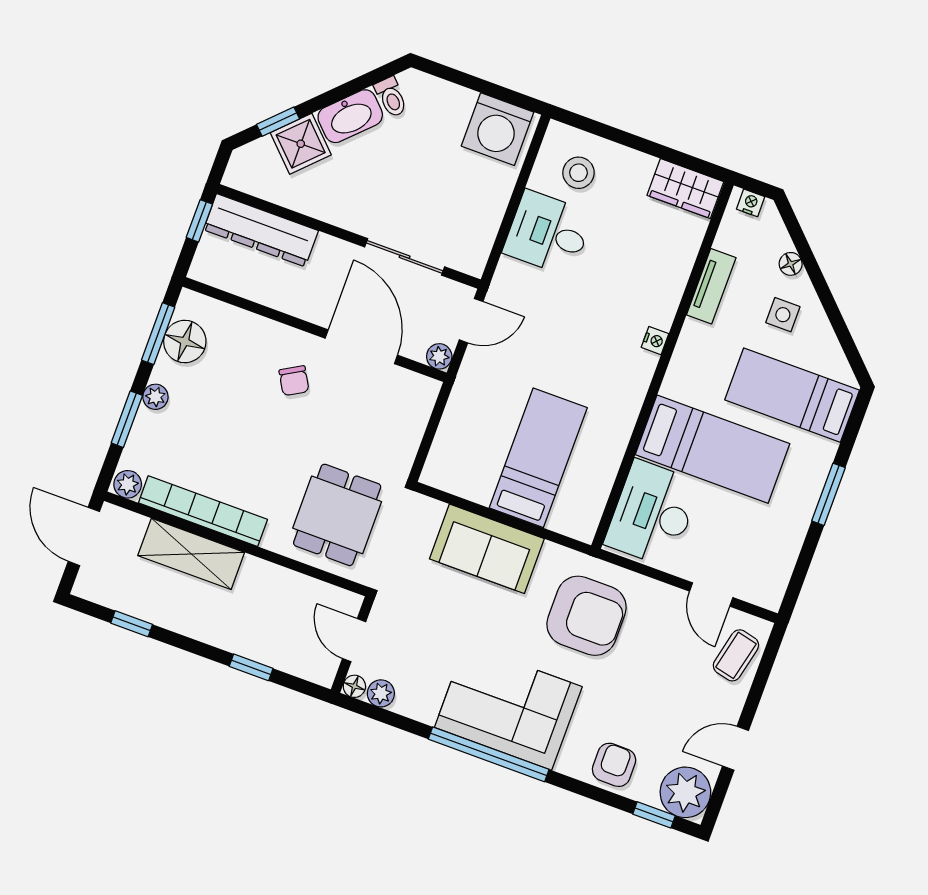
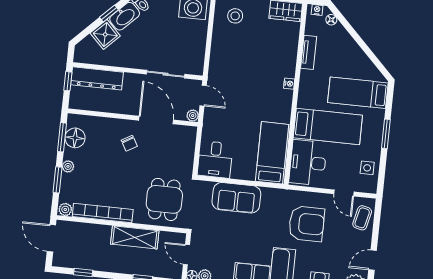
window: (278, 122) -> (109, 14), moved
desk: (548, 233) -> (215, 159), moved, turned -90
floor lamp: (791, 264) -> (331, 20), moved
side table: (783, 315) -> (367, 168), moved
door: (471, 321) -> (203, 96), hinge flipped
bed: (538, 458) -> (272, 153), moved
shelving: (191, 554) -> (135, 237), moved
armchair: (587, 616) -> (307, 224), moved

